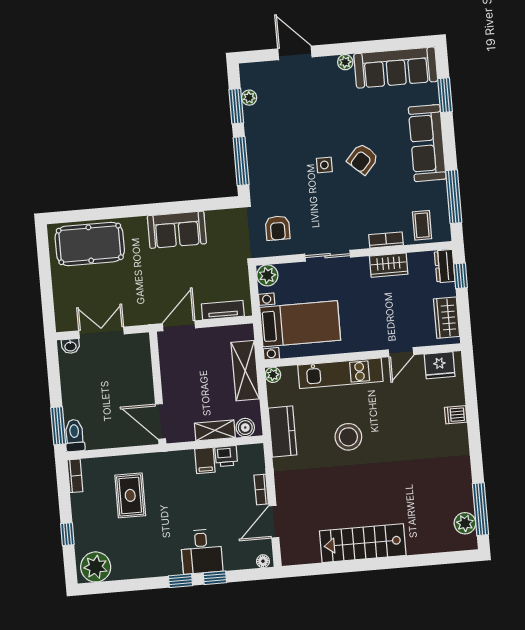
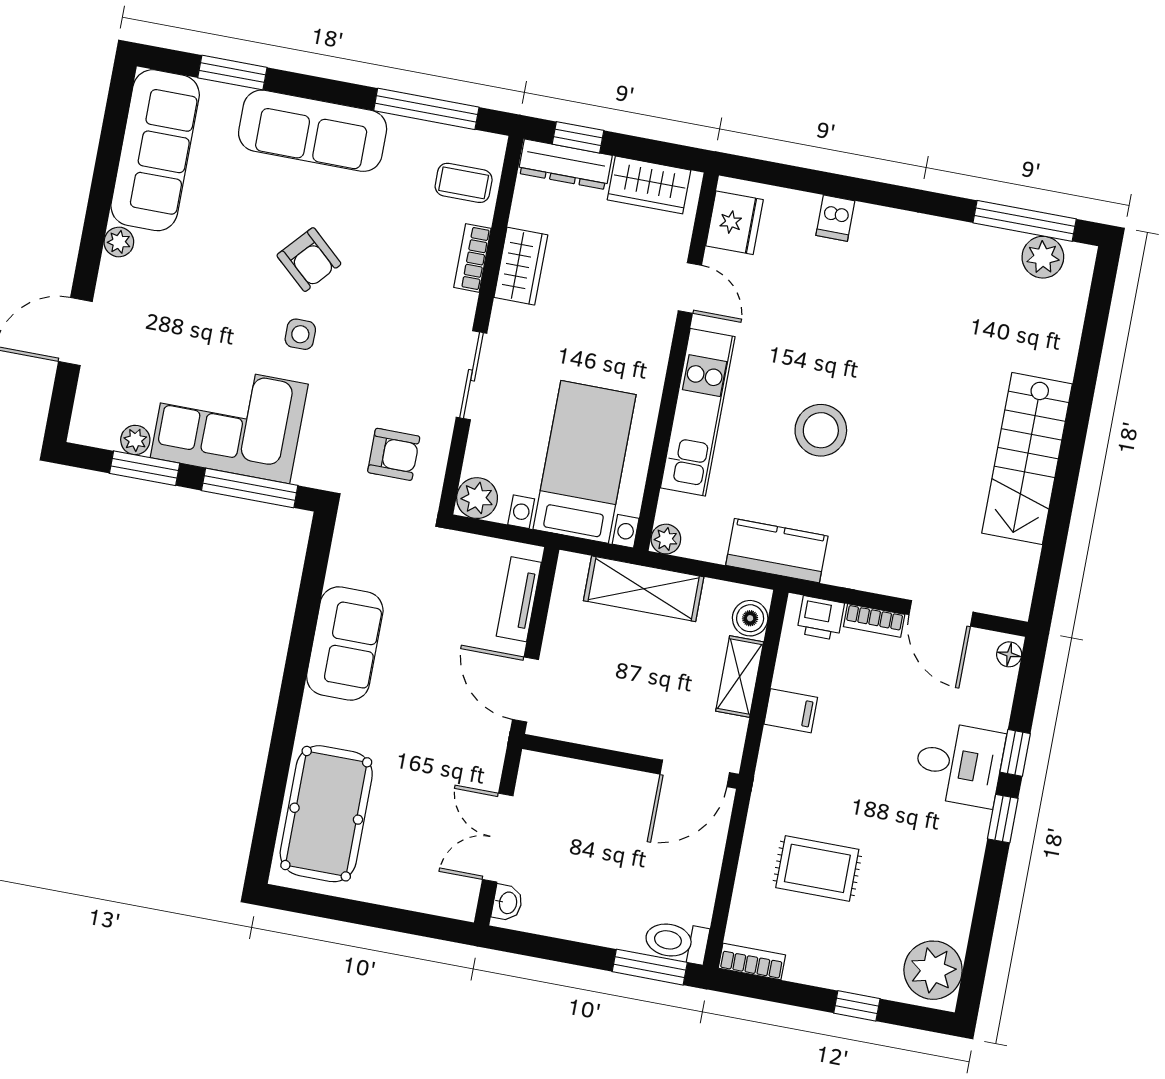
corner sofa: (272, 142) -> (229, 421), added
dresser: (445, 266) -> (565, 164), width x1.44
printer: (226, 456) -> (821, 618), moved, turned 90

